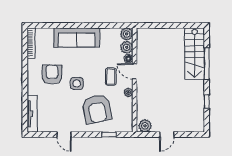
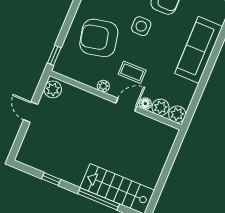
window: (109, 135) -> (54, 55), moved

